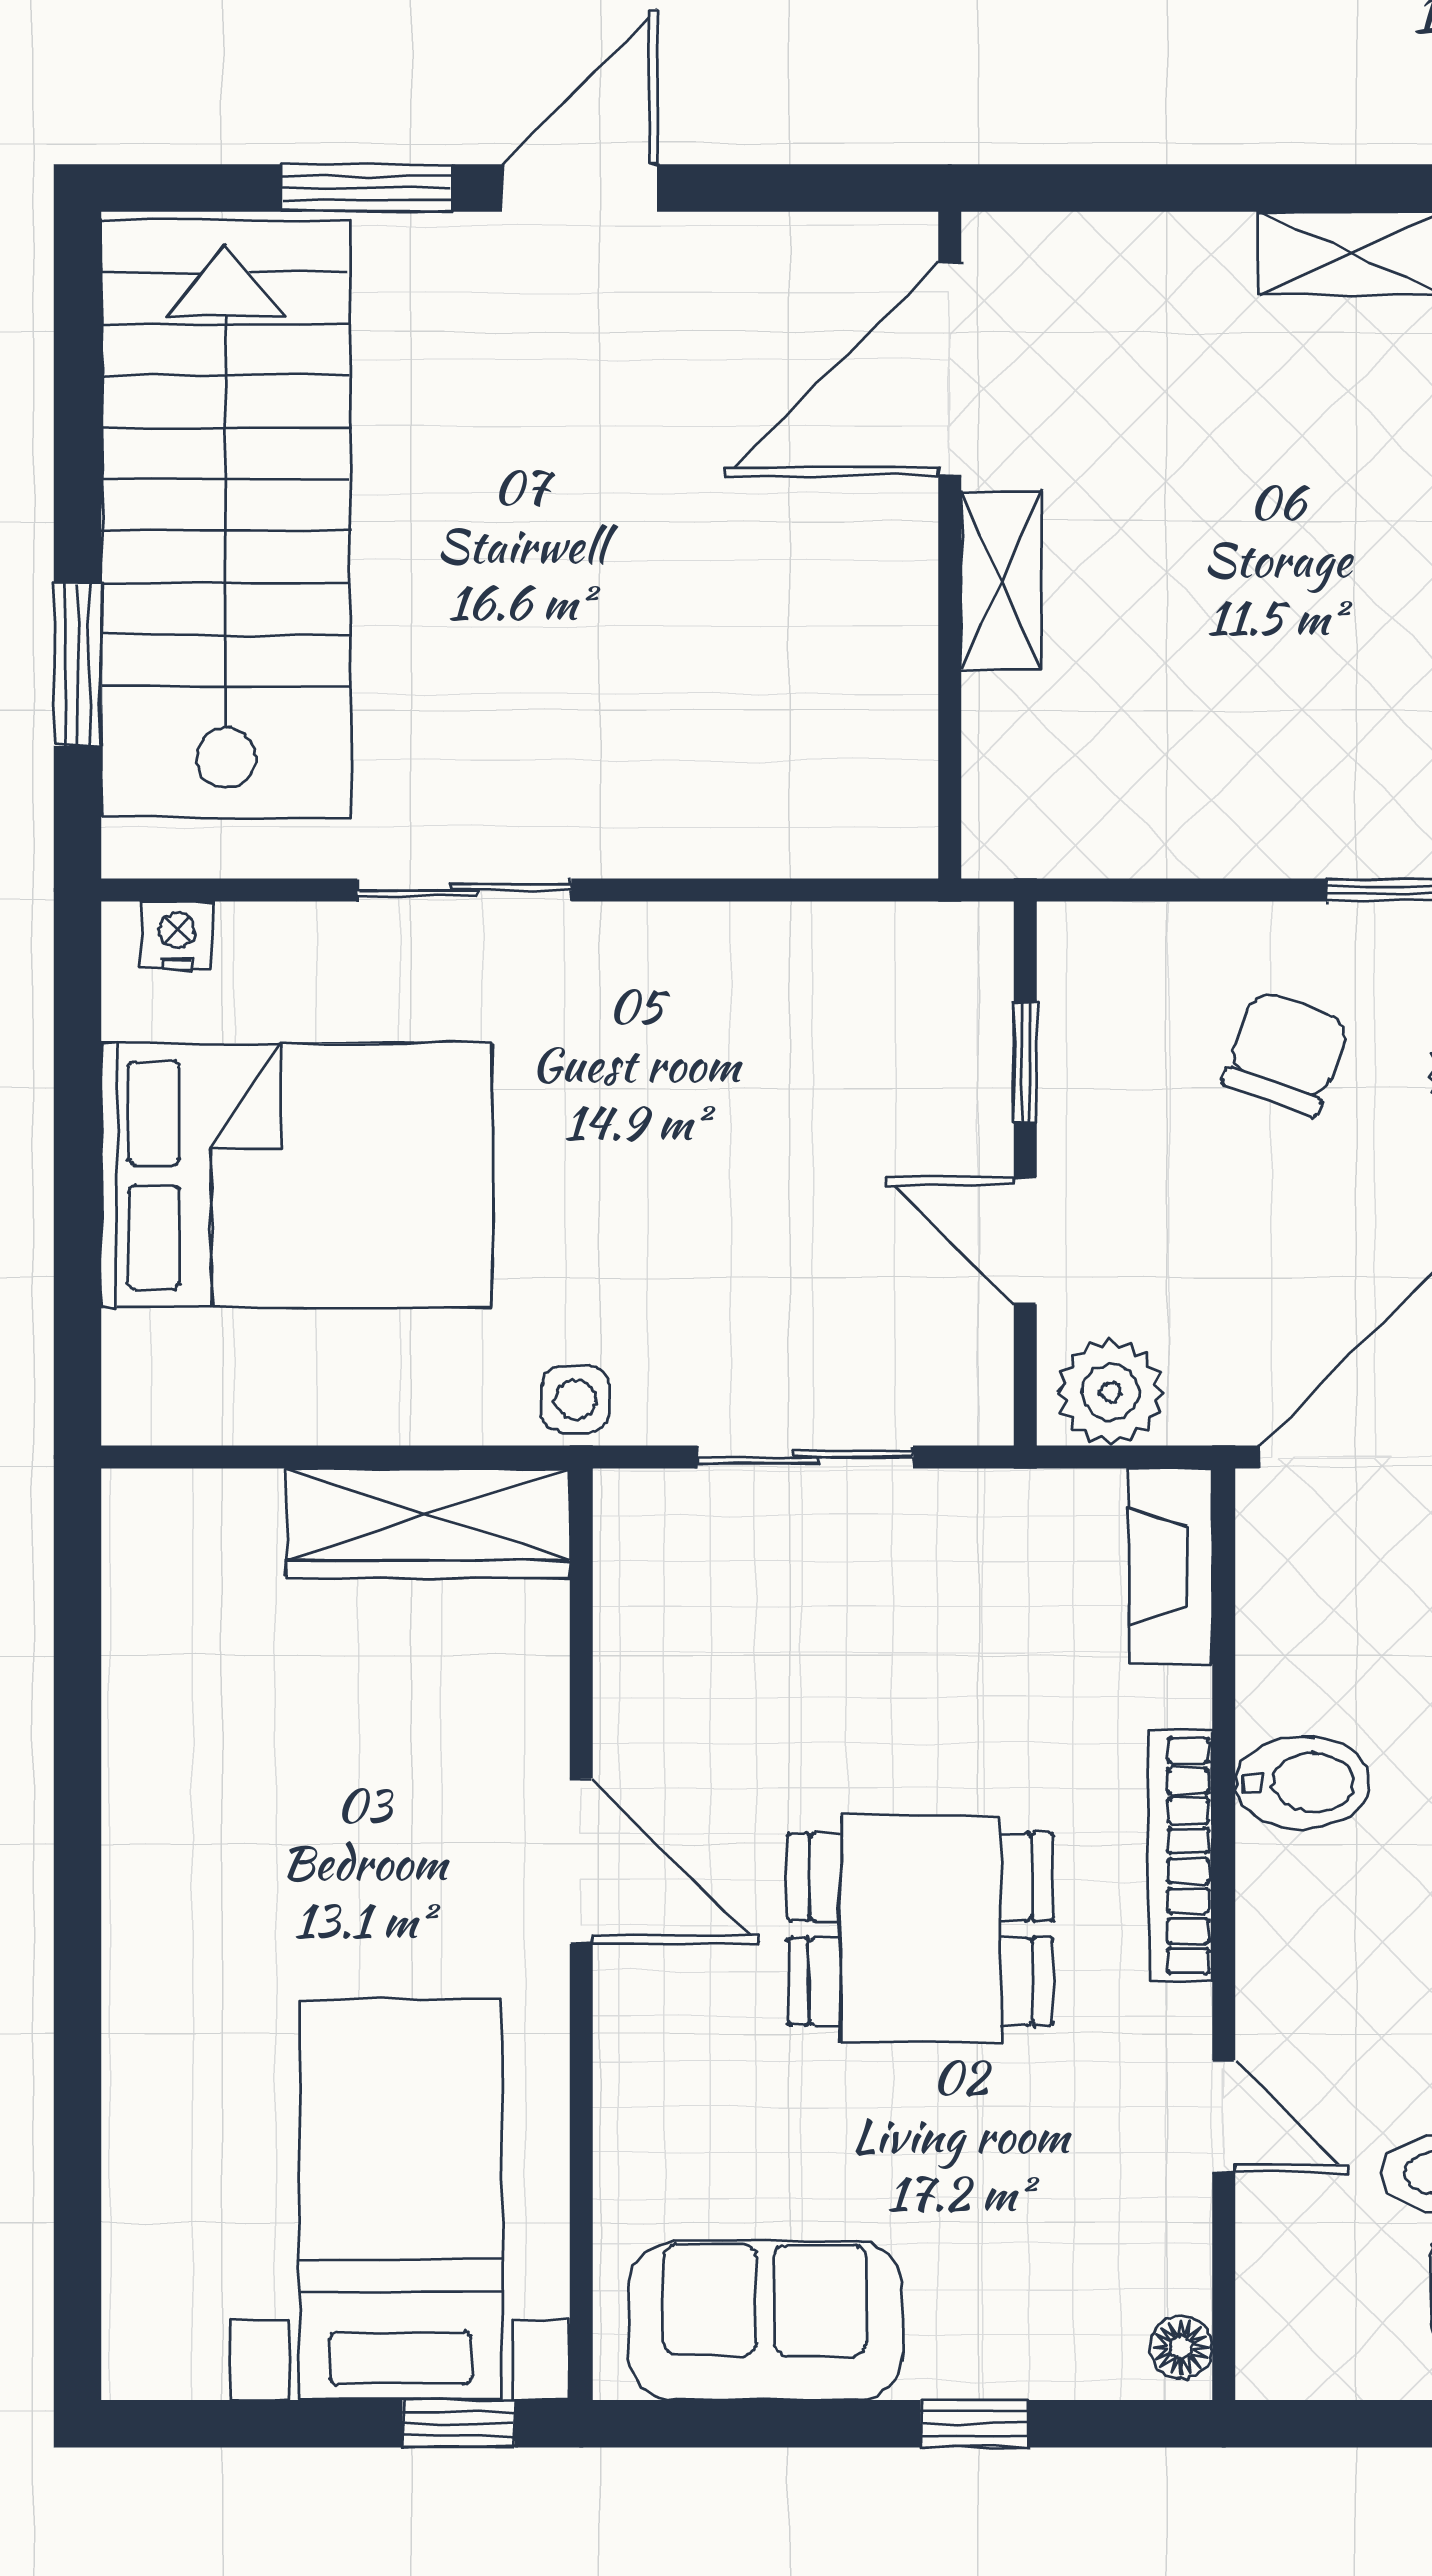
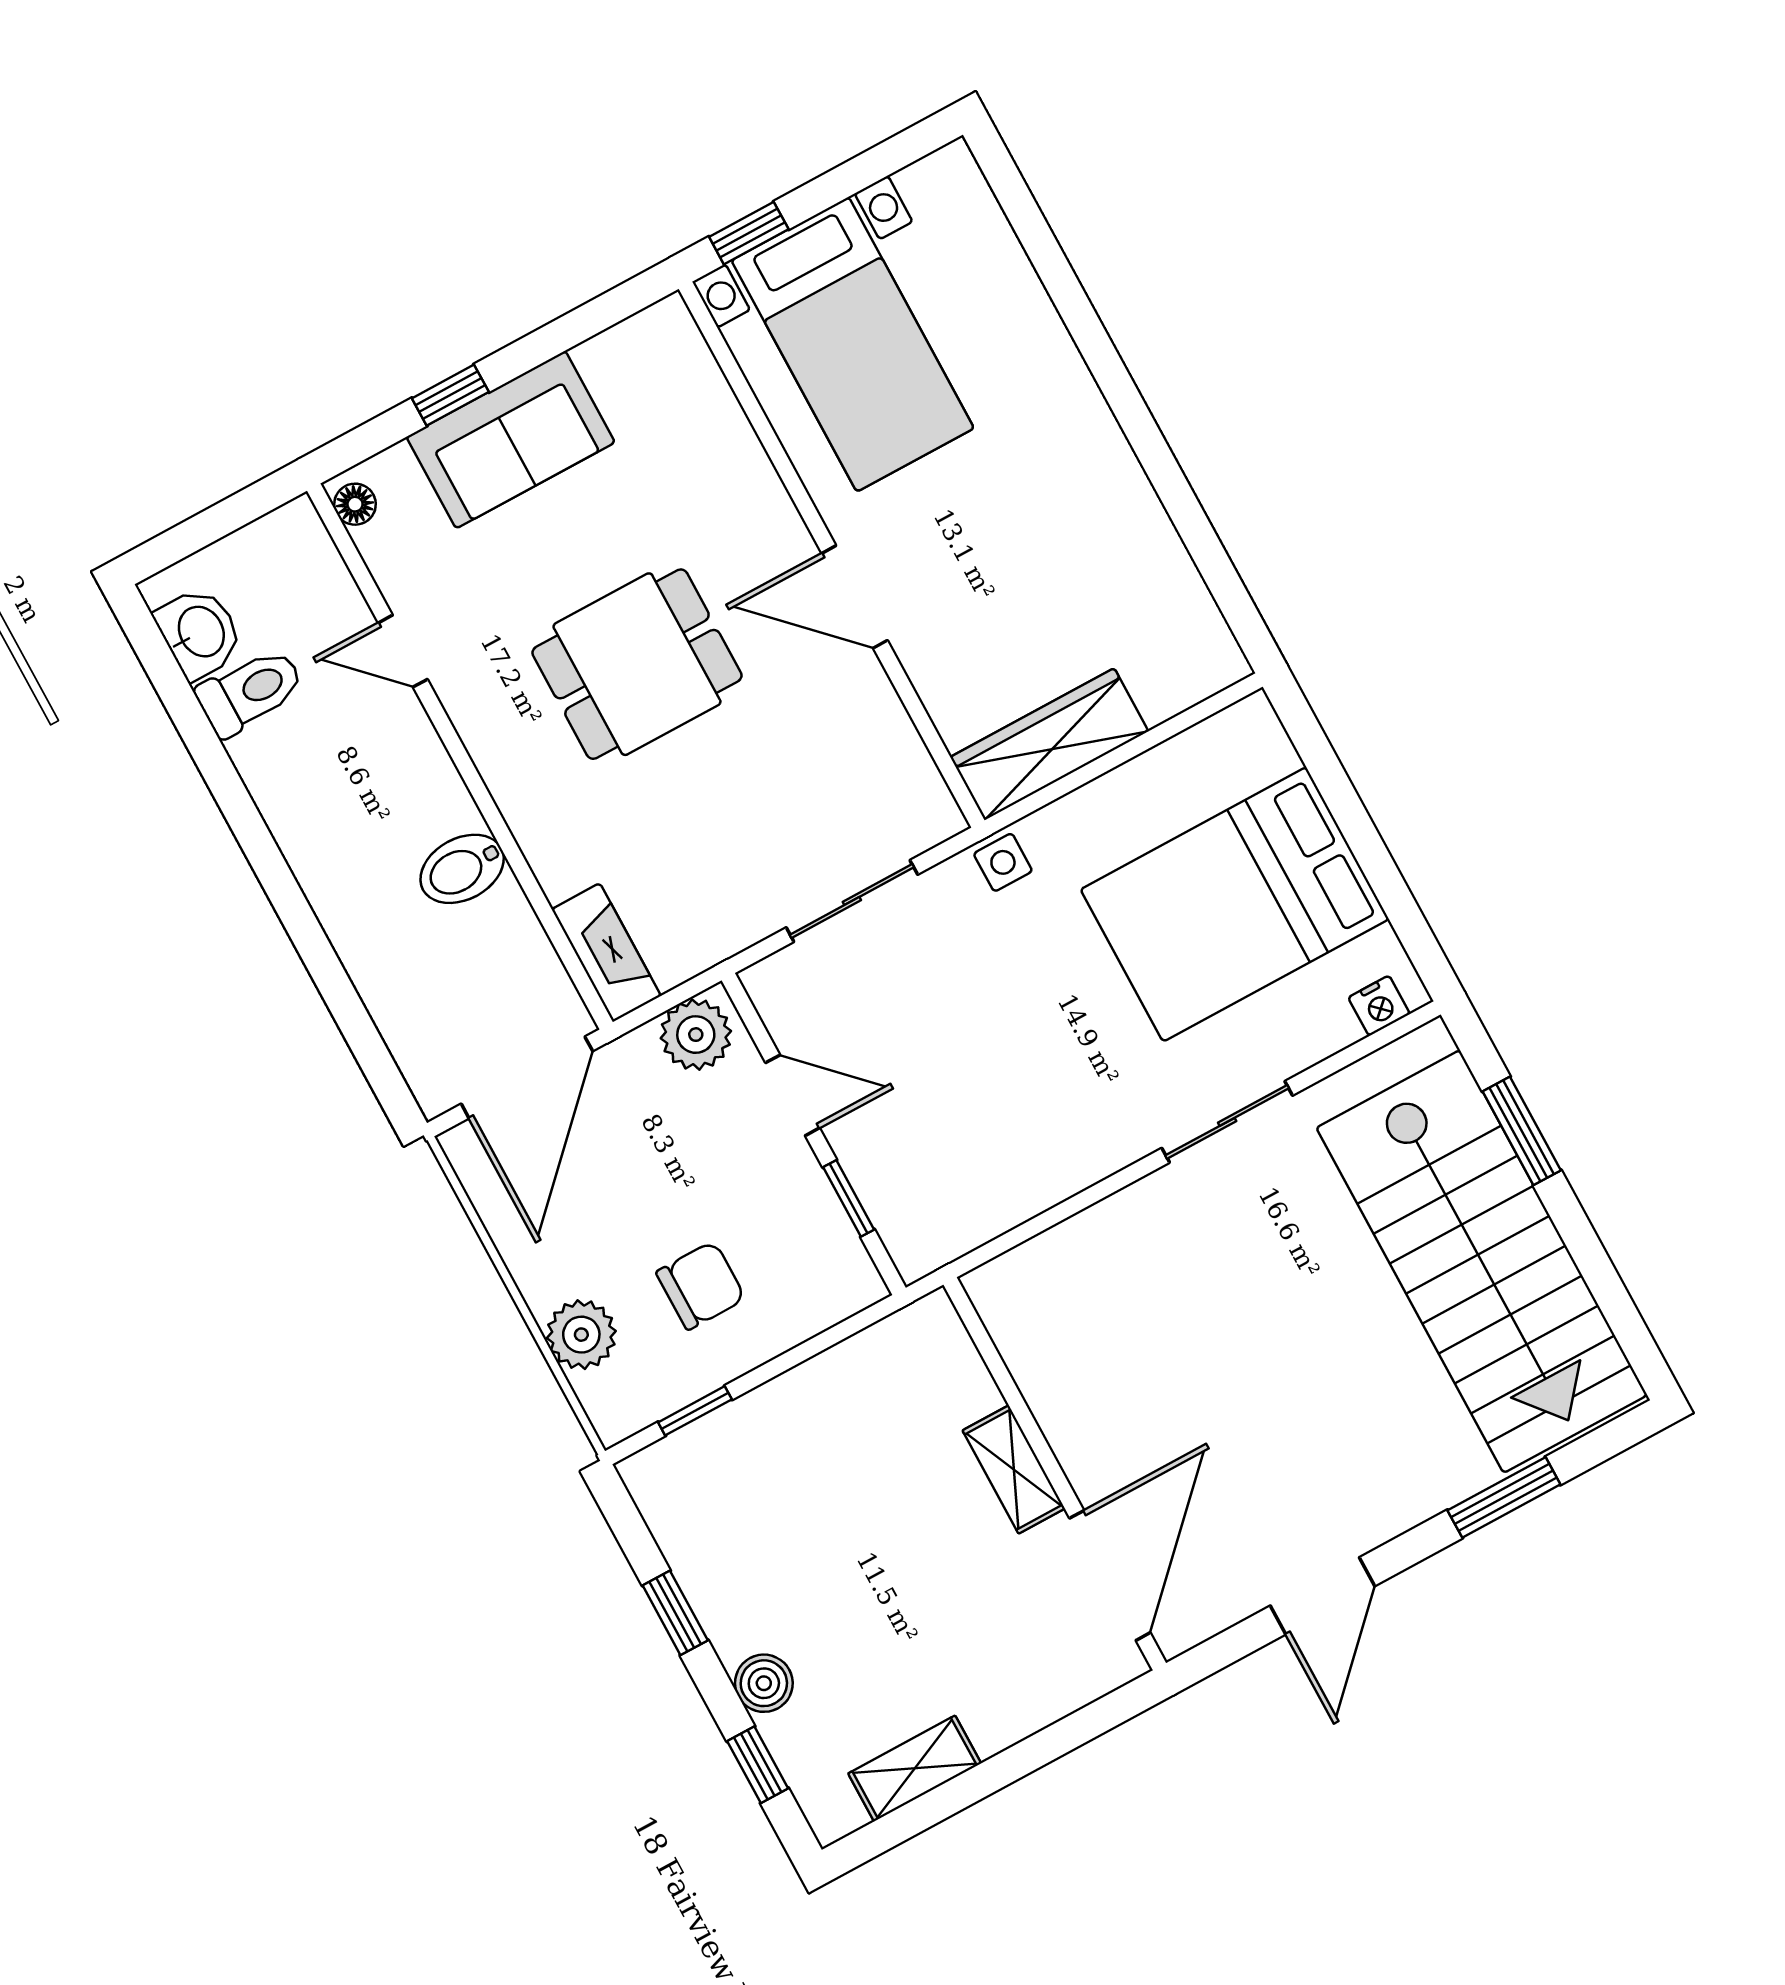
door: (580, 188) -> (1322, 1596), moved
chair: (1286, 1053) -> (701, 1285), turned -110
bookcase: (1180, 1856) -> (510, 788), removed
sofa: (765, 2321) -> (511, 440), moved

